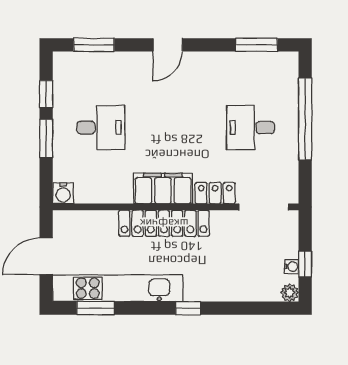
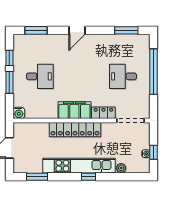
kitchen unit: (118, 288) -> (79, 166), moved
plant: (290, 293) -> (121, 168), moved

